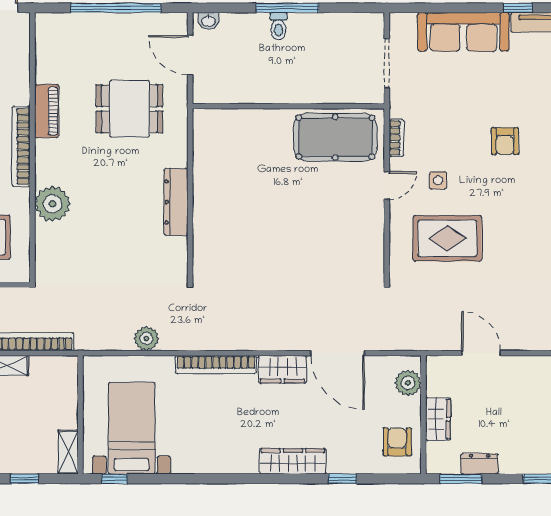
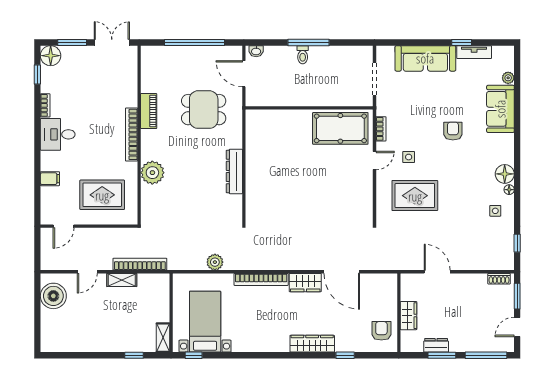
armchair: (505, 141) -> (453, 131), turned 180
plant: (408, 383) -> (389, 292), removed
window: (461, 479) -> (442, 355), moved

